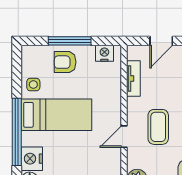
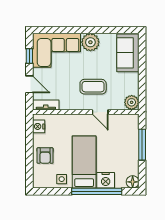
window: (70, 41) -> (29, 152), removed
tv unit: (133, 78) -> (46, 105), moved
nightstand: (32, 159) -> (106, 180), moved

